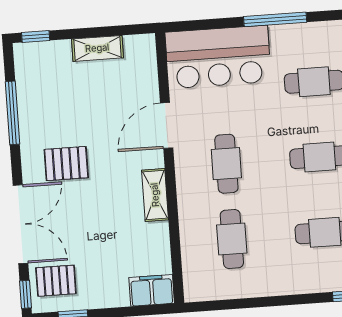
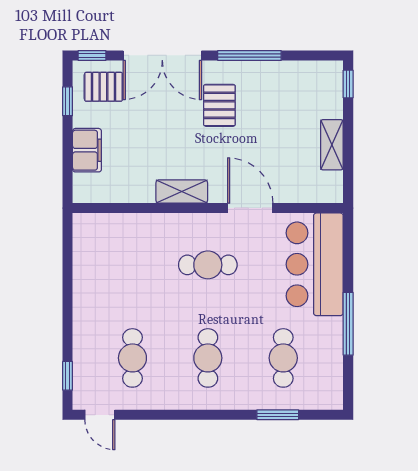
window: (13, 113) -> (249, 55), moved
cafe table: (232, 239) -> (132, 265), removed
pallet: (56, 281) -> (103, 87), turned 90
filing cabinet: (152, 290) -> (87, 150), moved

